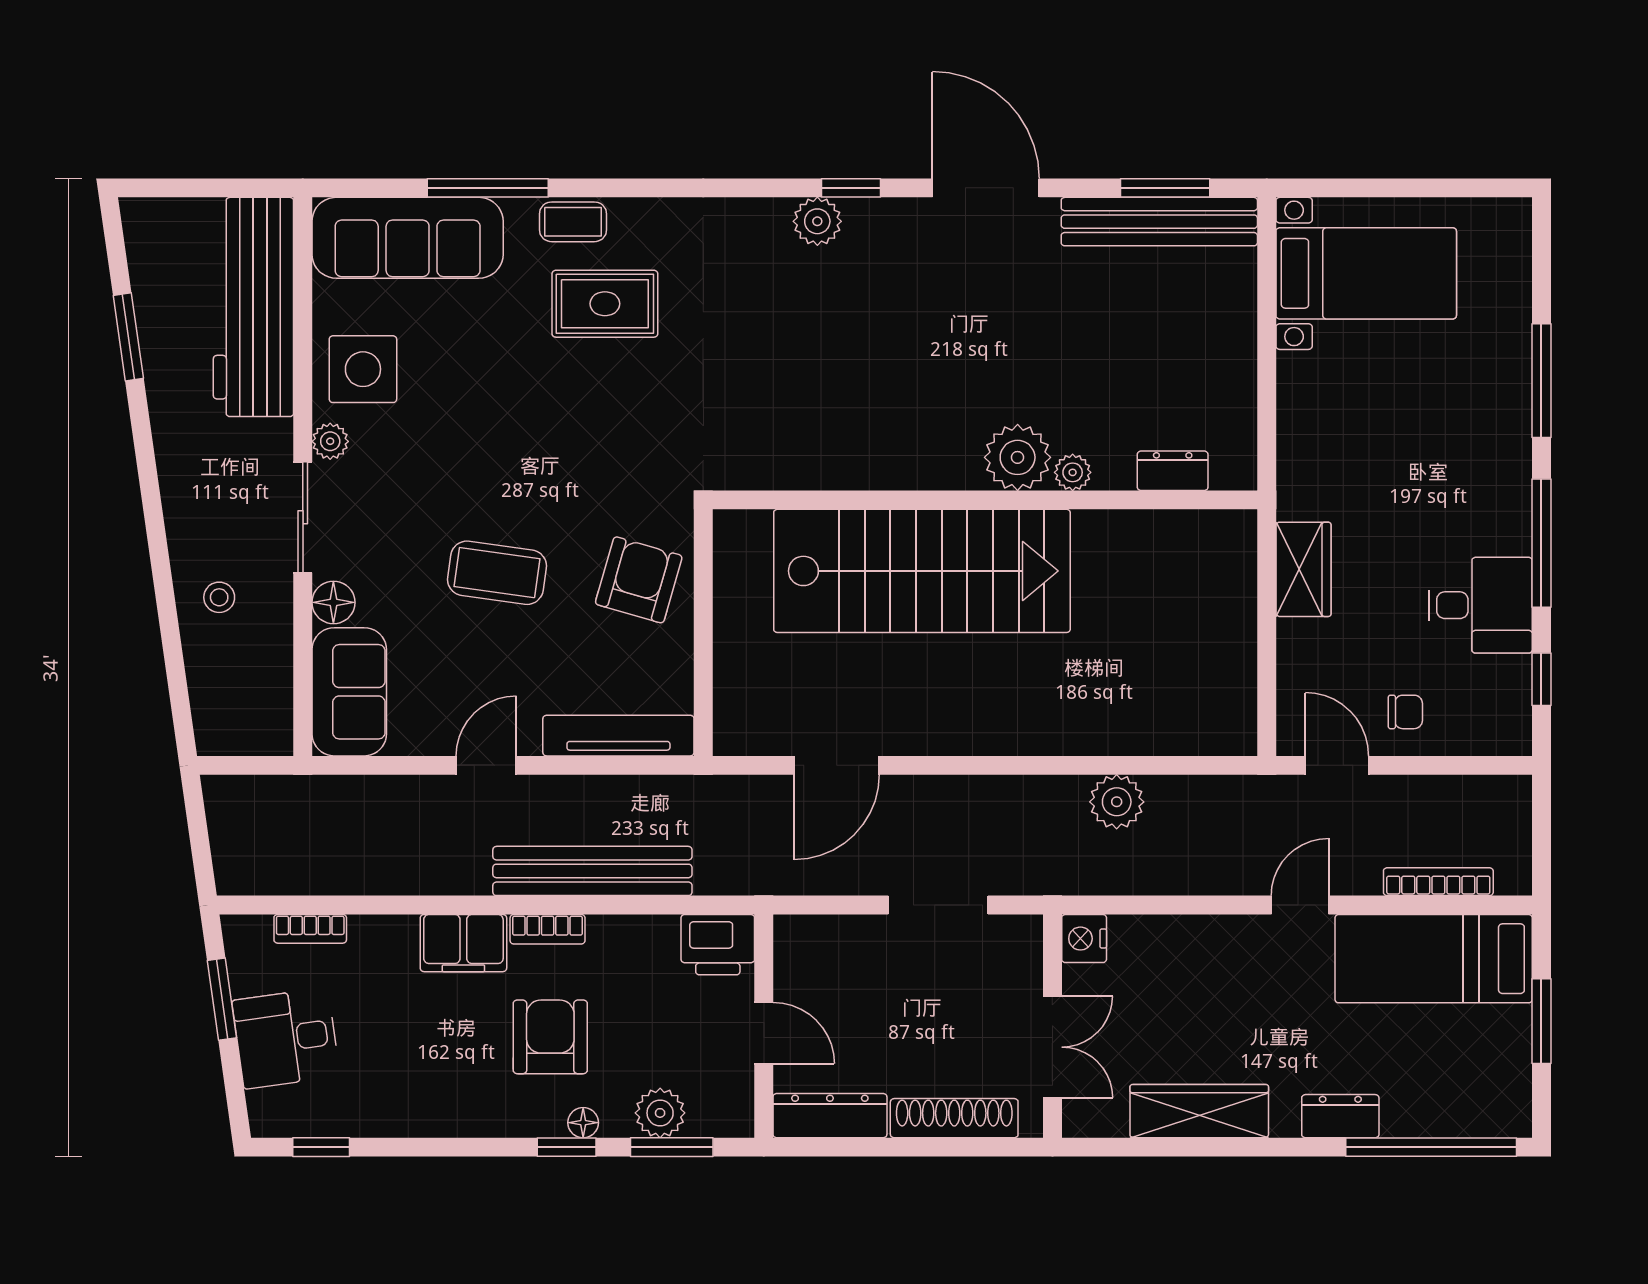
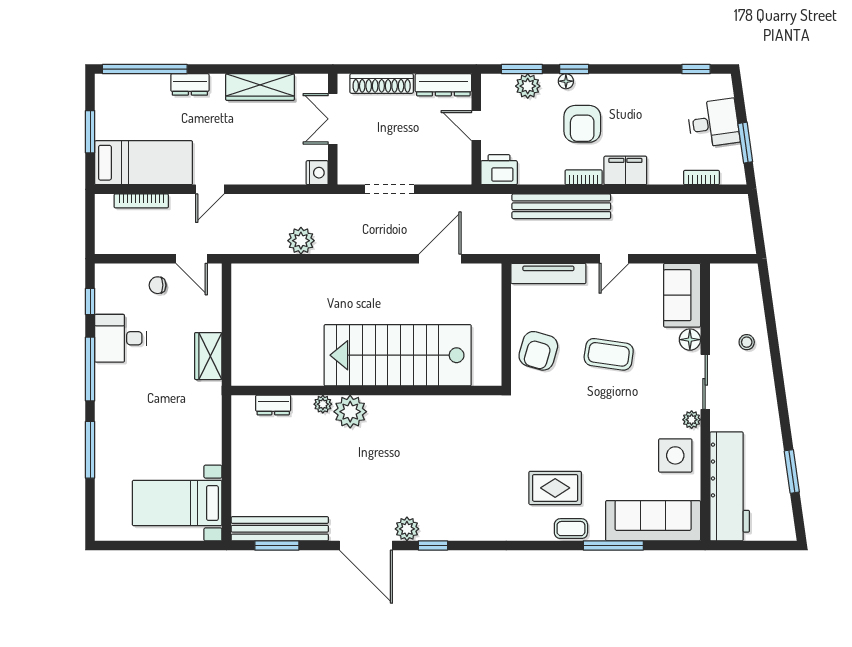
plant: (817, 221) -> (407, 529), moved

